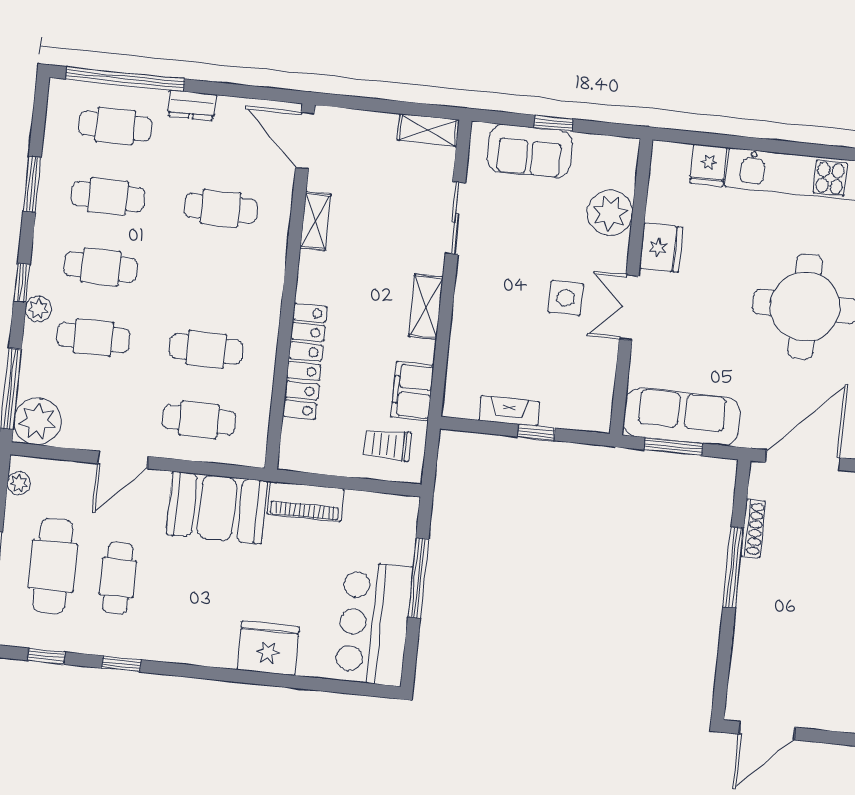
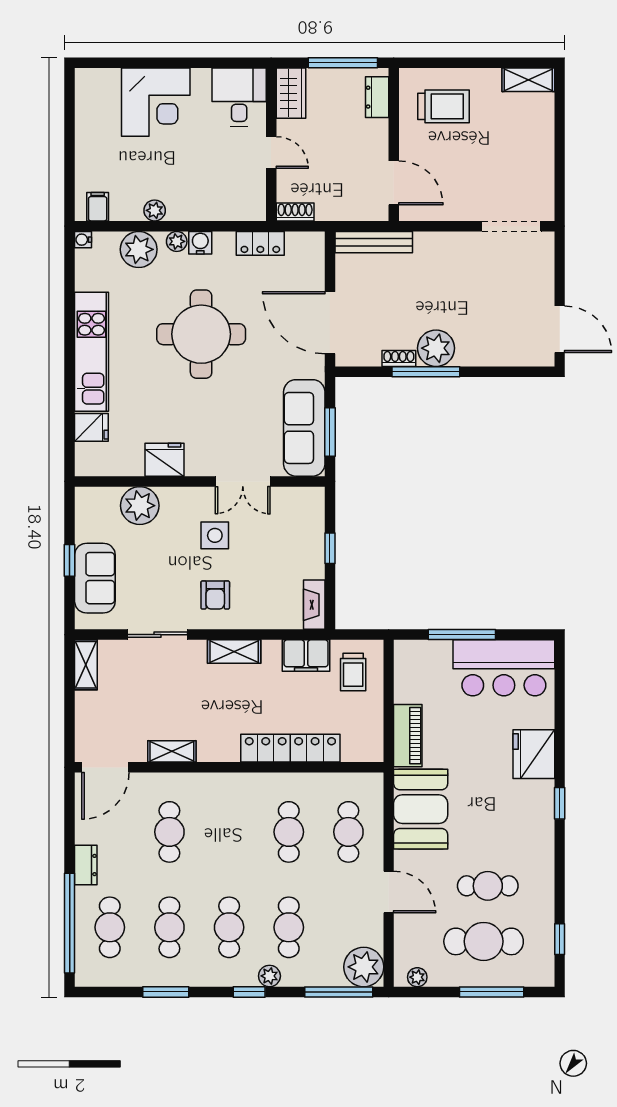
armchair: (495, 291) -> (215, 595), added
double door: (629, 308) -> (243, 481), moved
fireplace: (509, 411) -> (314, 605), moved
shoe rack: (753, 529) -> (399, 358), width x0.70
plant: (760, 582) -> (436, 348), added
window: (121, 664) -> (560, 803), moved

